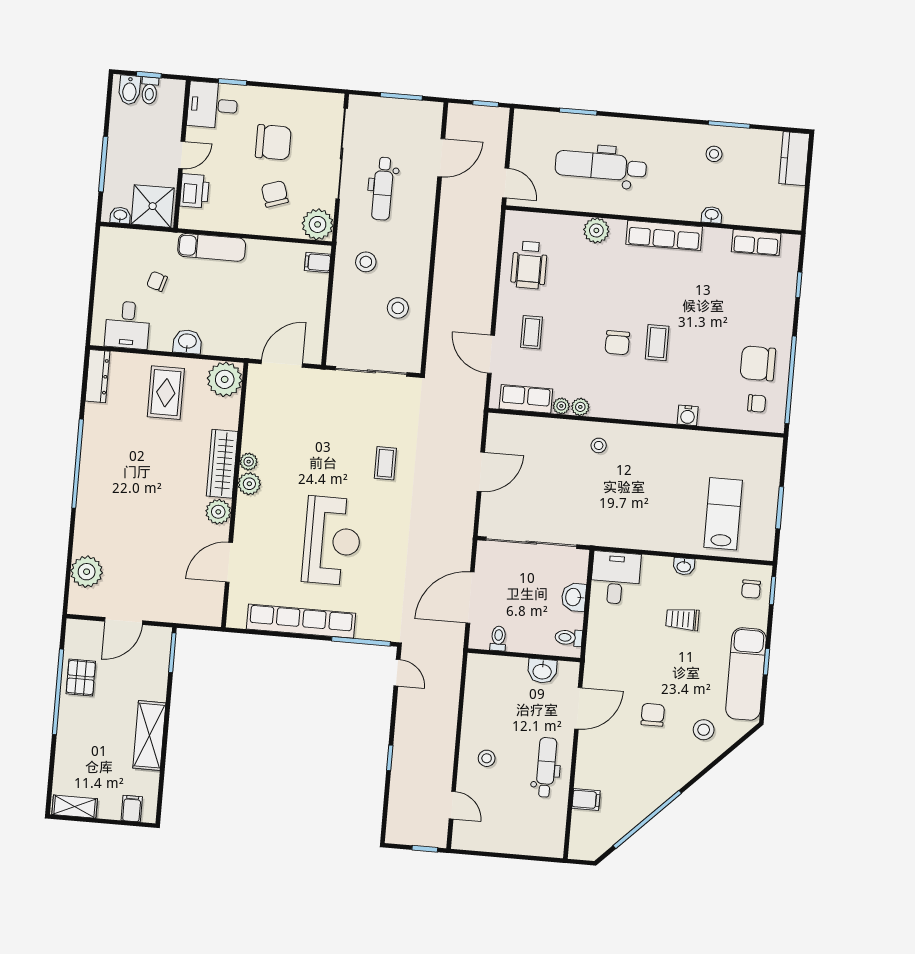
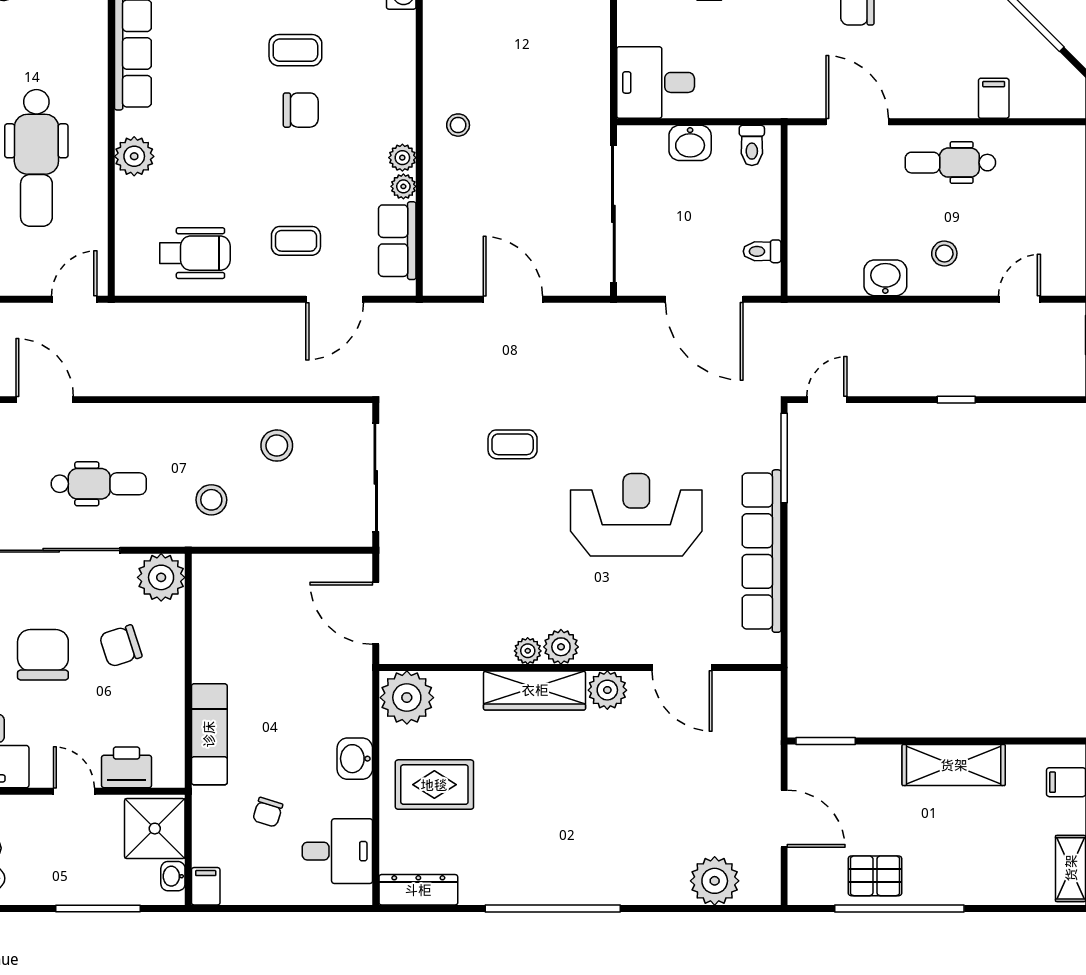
filing cabinet: (318, 262) -> (206, 886), moved, turned 180
washbasin: (542, 671) -> (885, 278), moved, turned -90

